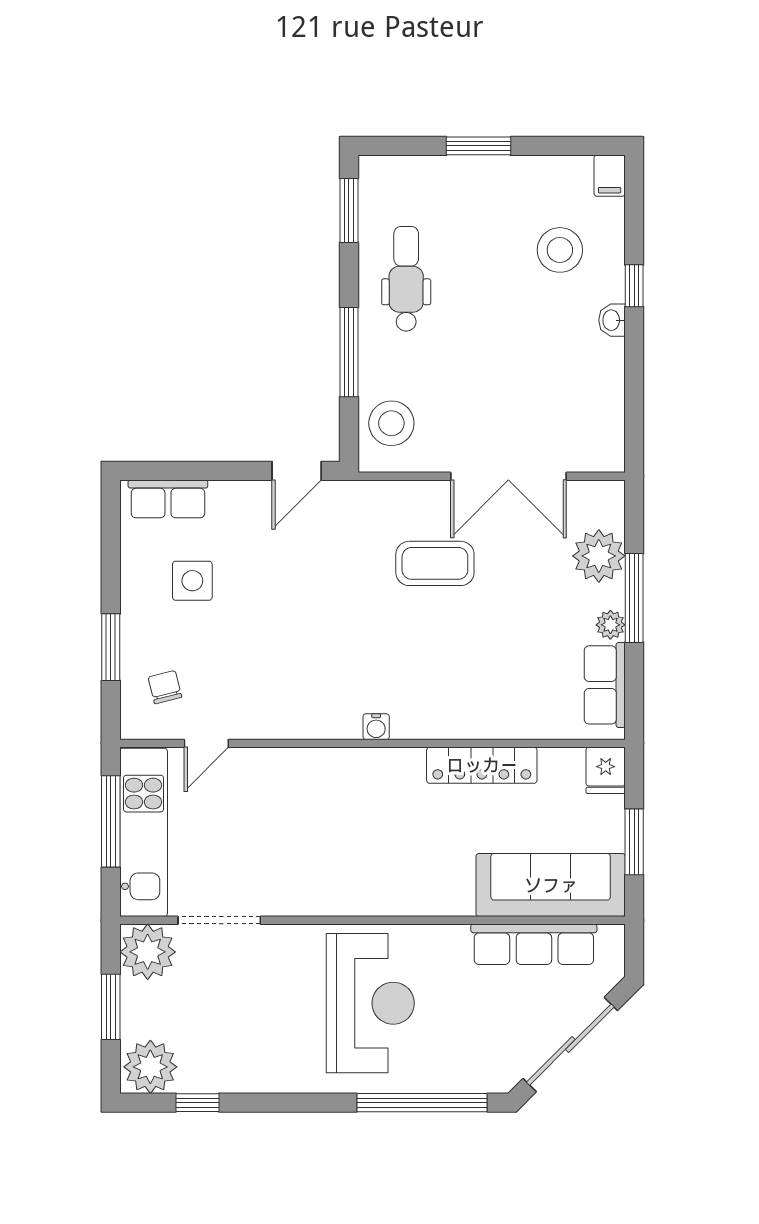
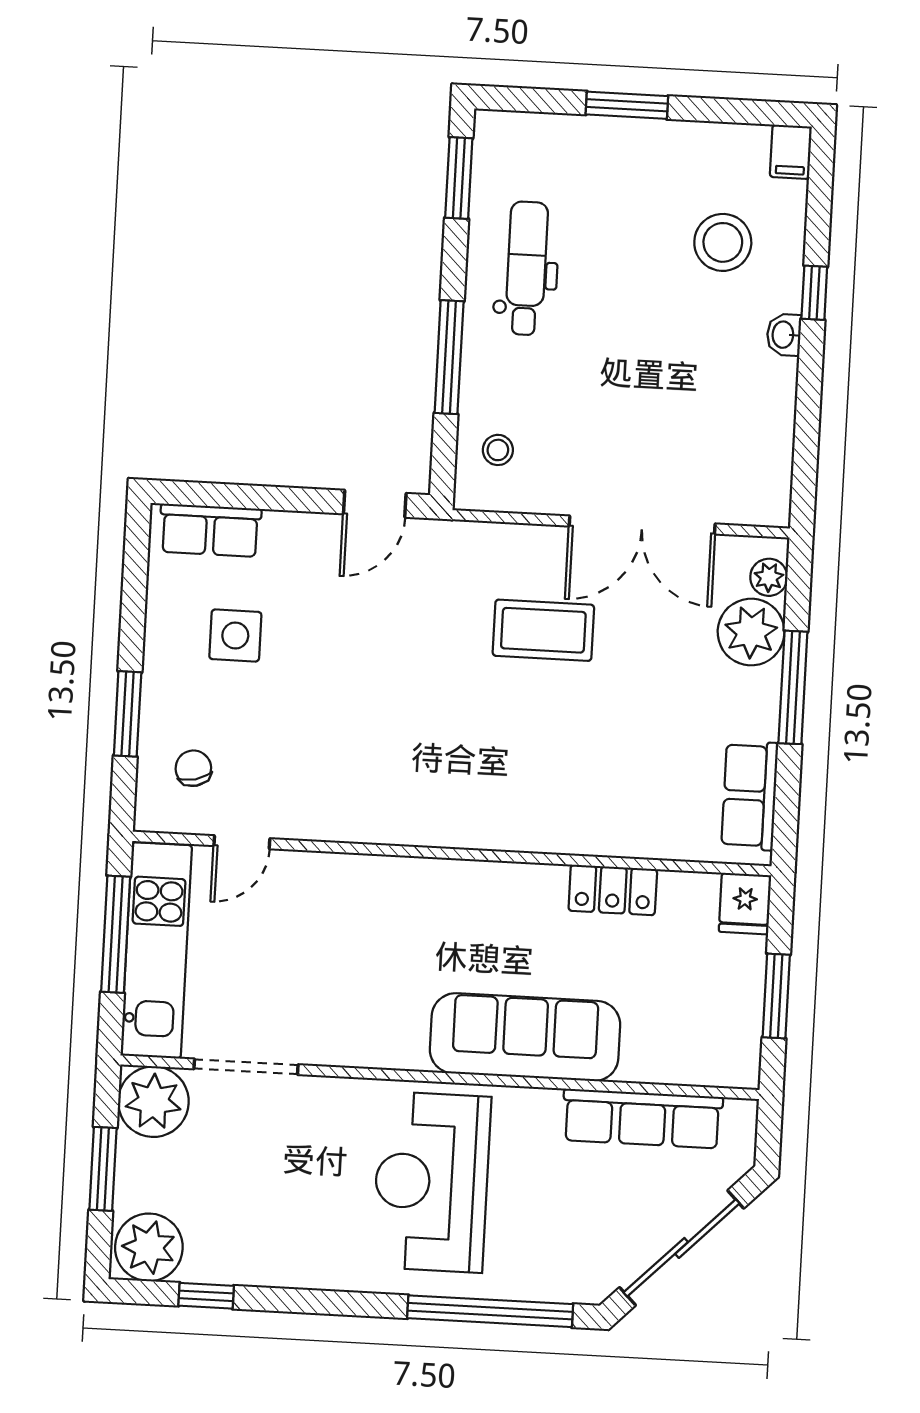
stool: (391, 423) -> (498, 450), width x0.53, depth x0.53
plant: (610, 625) -> (769, 577), moved
water cooler: (376, 727) -> (458, 833), removed
locker: (482, 765) -> (613, 890), width x0.66
sofa: (551, 885) -> (525, 1037), moved
reception desk: (370, 1003) -> (431, 1182), turned 180

